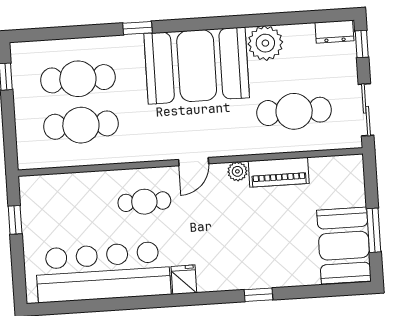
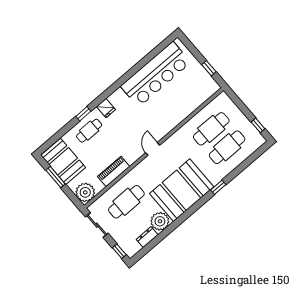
dresser: (334, 32) -> (147, 237), moved
plant: (237, 171) -> (85, 192), moved, width x1.87, depth x1.87
cafe table: (144, 202) -> (89, 131), moved
fridge: (184, 280) -> (106, 108), moved

